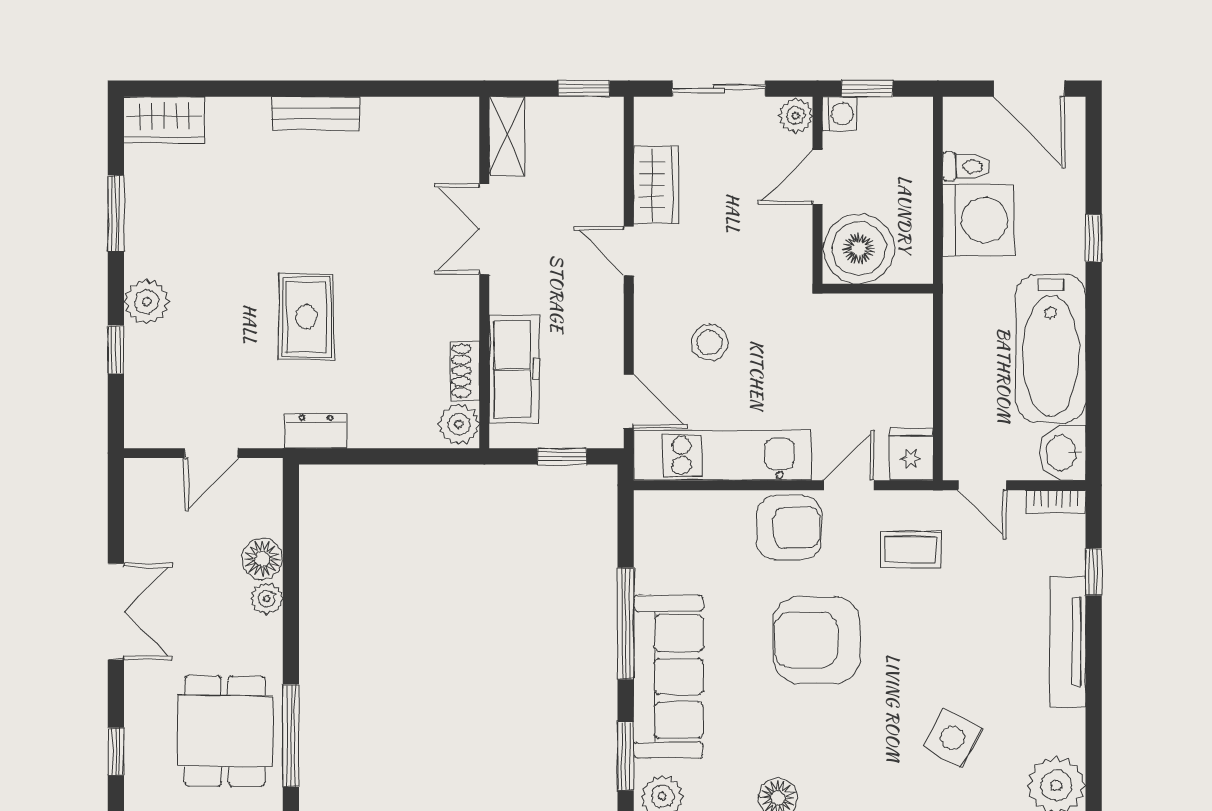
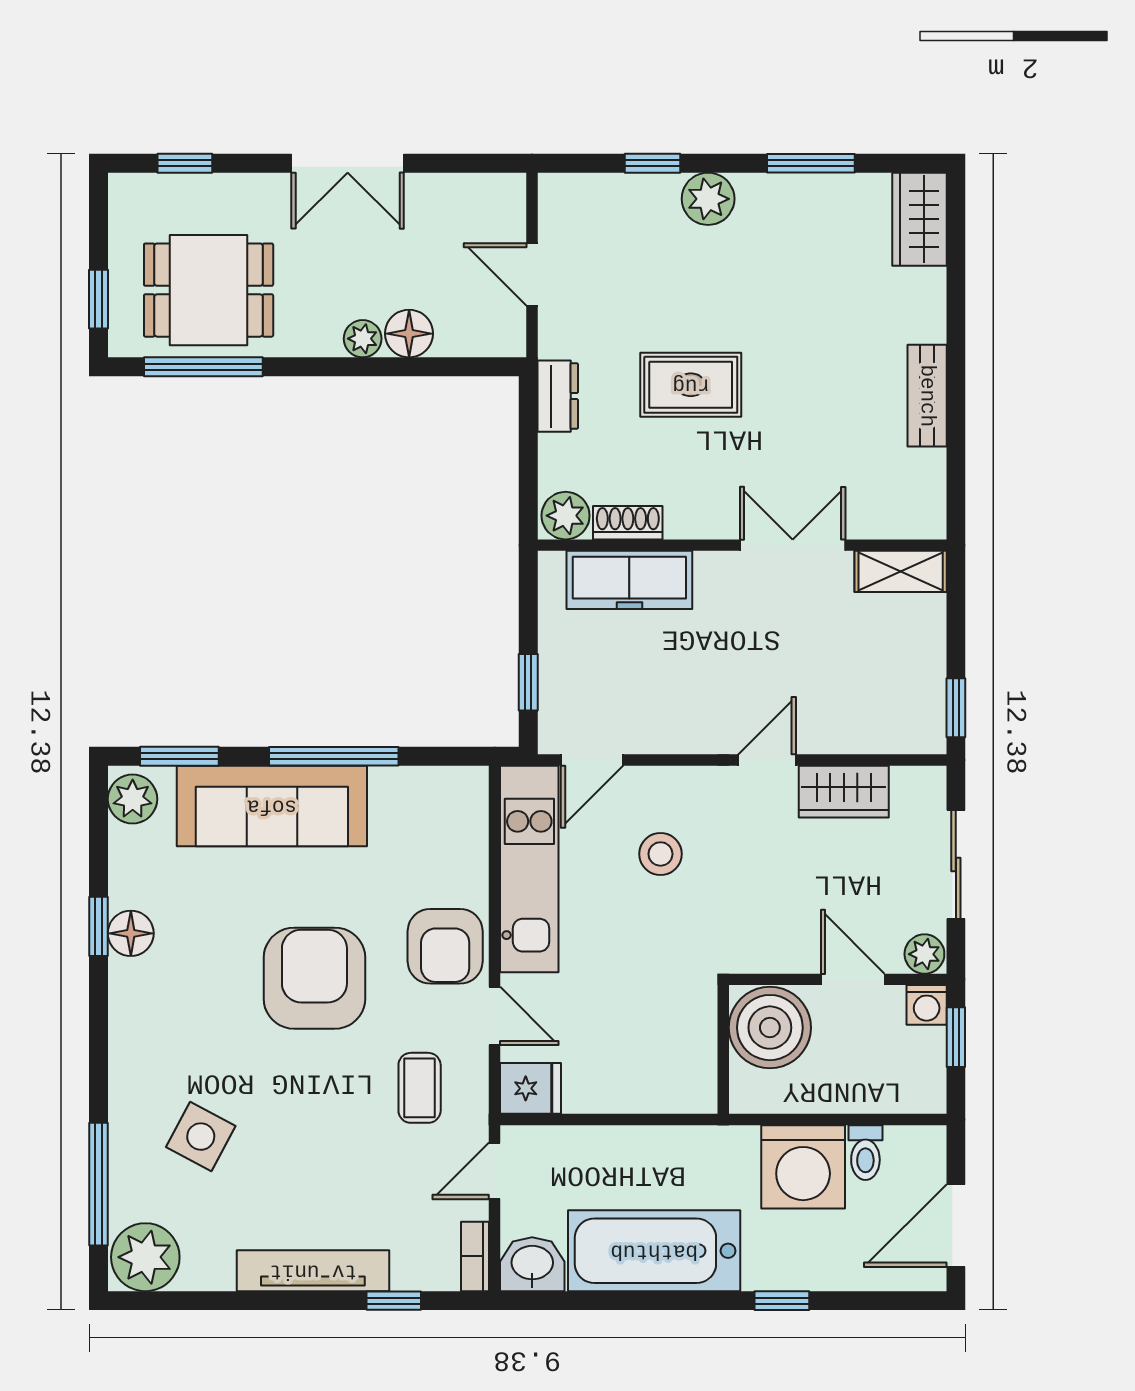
shelving: (507, 136) -> (901, 571), moved
double door: (484, 229) -> (793, 545), moved
wall: (484, 273) -> (742, 545), moved
freezer: (514, 369) -> (629, 580), moved
shoe rack: (465, 371) -> (628, 523), moved
plant: (459, 424) -> (566, 516), moved

